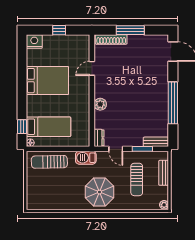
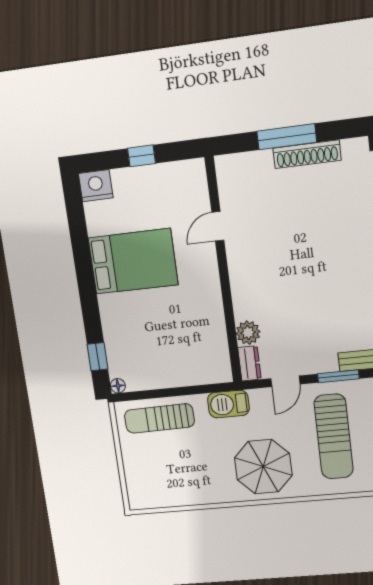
shoe rack: (111, 39) -> (307, 154), moved
plant: (100, 104) -> (248, 333), moved
bed: (49, 127) -> (148, 352), removed
door: (116, 149) -> (285, 381), hinge flipped
sun lounger: (137, 179) -> (334, 437), width x1.36, depth x1.34

